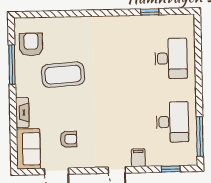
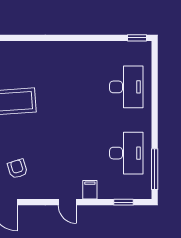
window: (150, 12) -> (137, 38), moved
armchair: (68, 139) -> (17, 169), turned -107

